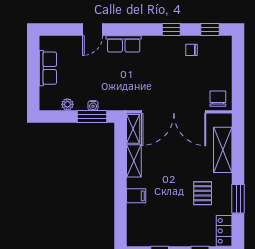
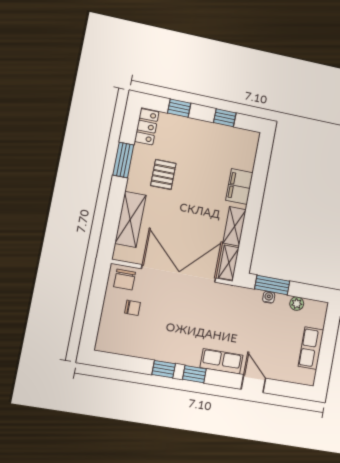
door: (93, 29) -> (253, 384), hinge flipped
window: (210, 29) -> (194, 374), moved
chair: (192, 50) -> (132, 308), moved
filing cabinet: (136, 196) -> (239, 187), width x2.00

